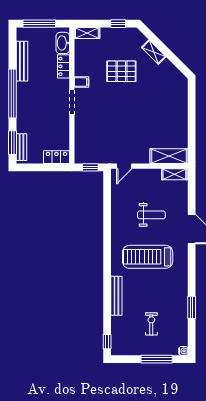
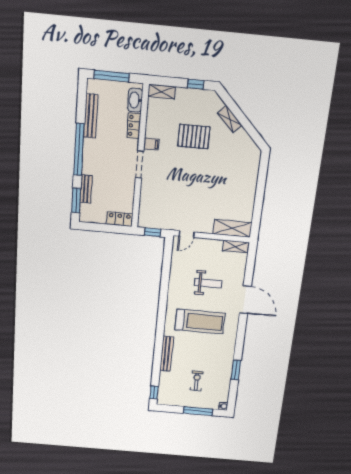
bench: (21, 147) -> (86, 189), moved
treadmill: (148, 257) -> (200, 322), turned 180

